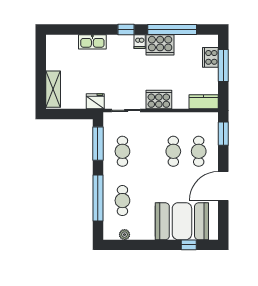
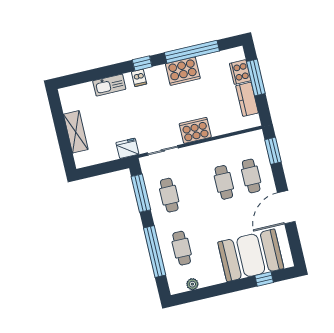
dishwasher: (140, 42) -> (139, 78), moved
shelving: (53, 89) -> (76, 132), moved
kitchen counter: (204, 102) -> (247, 99), moved, turned -90

